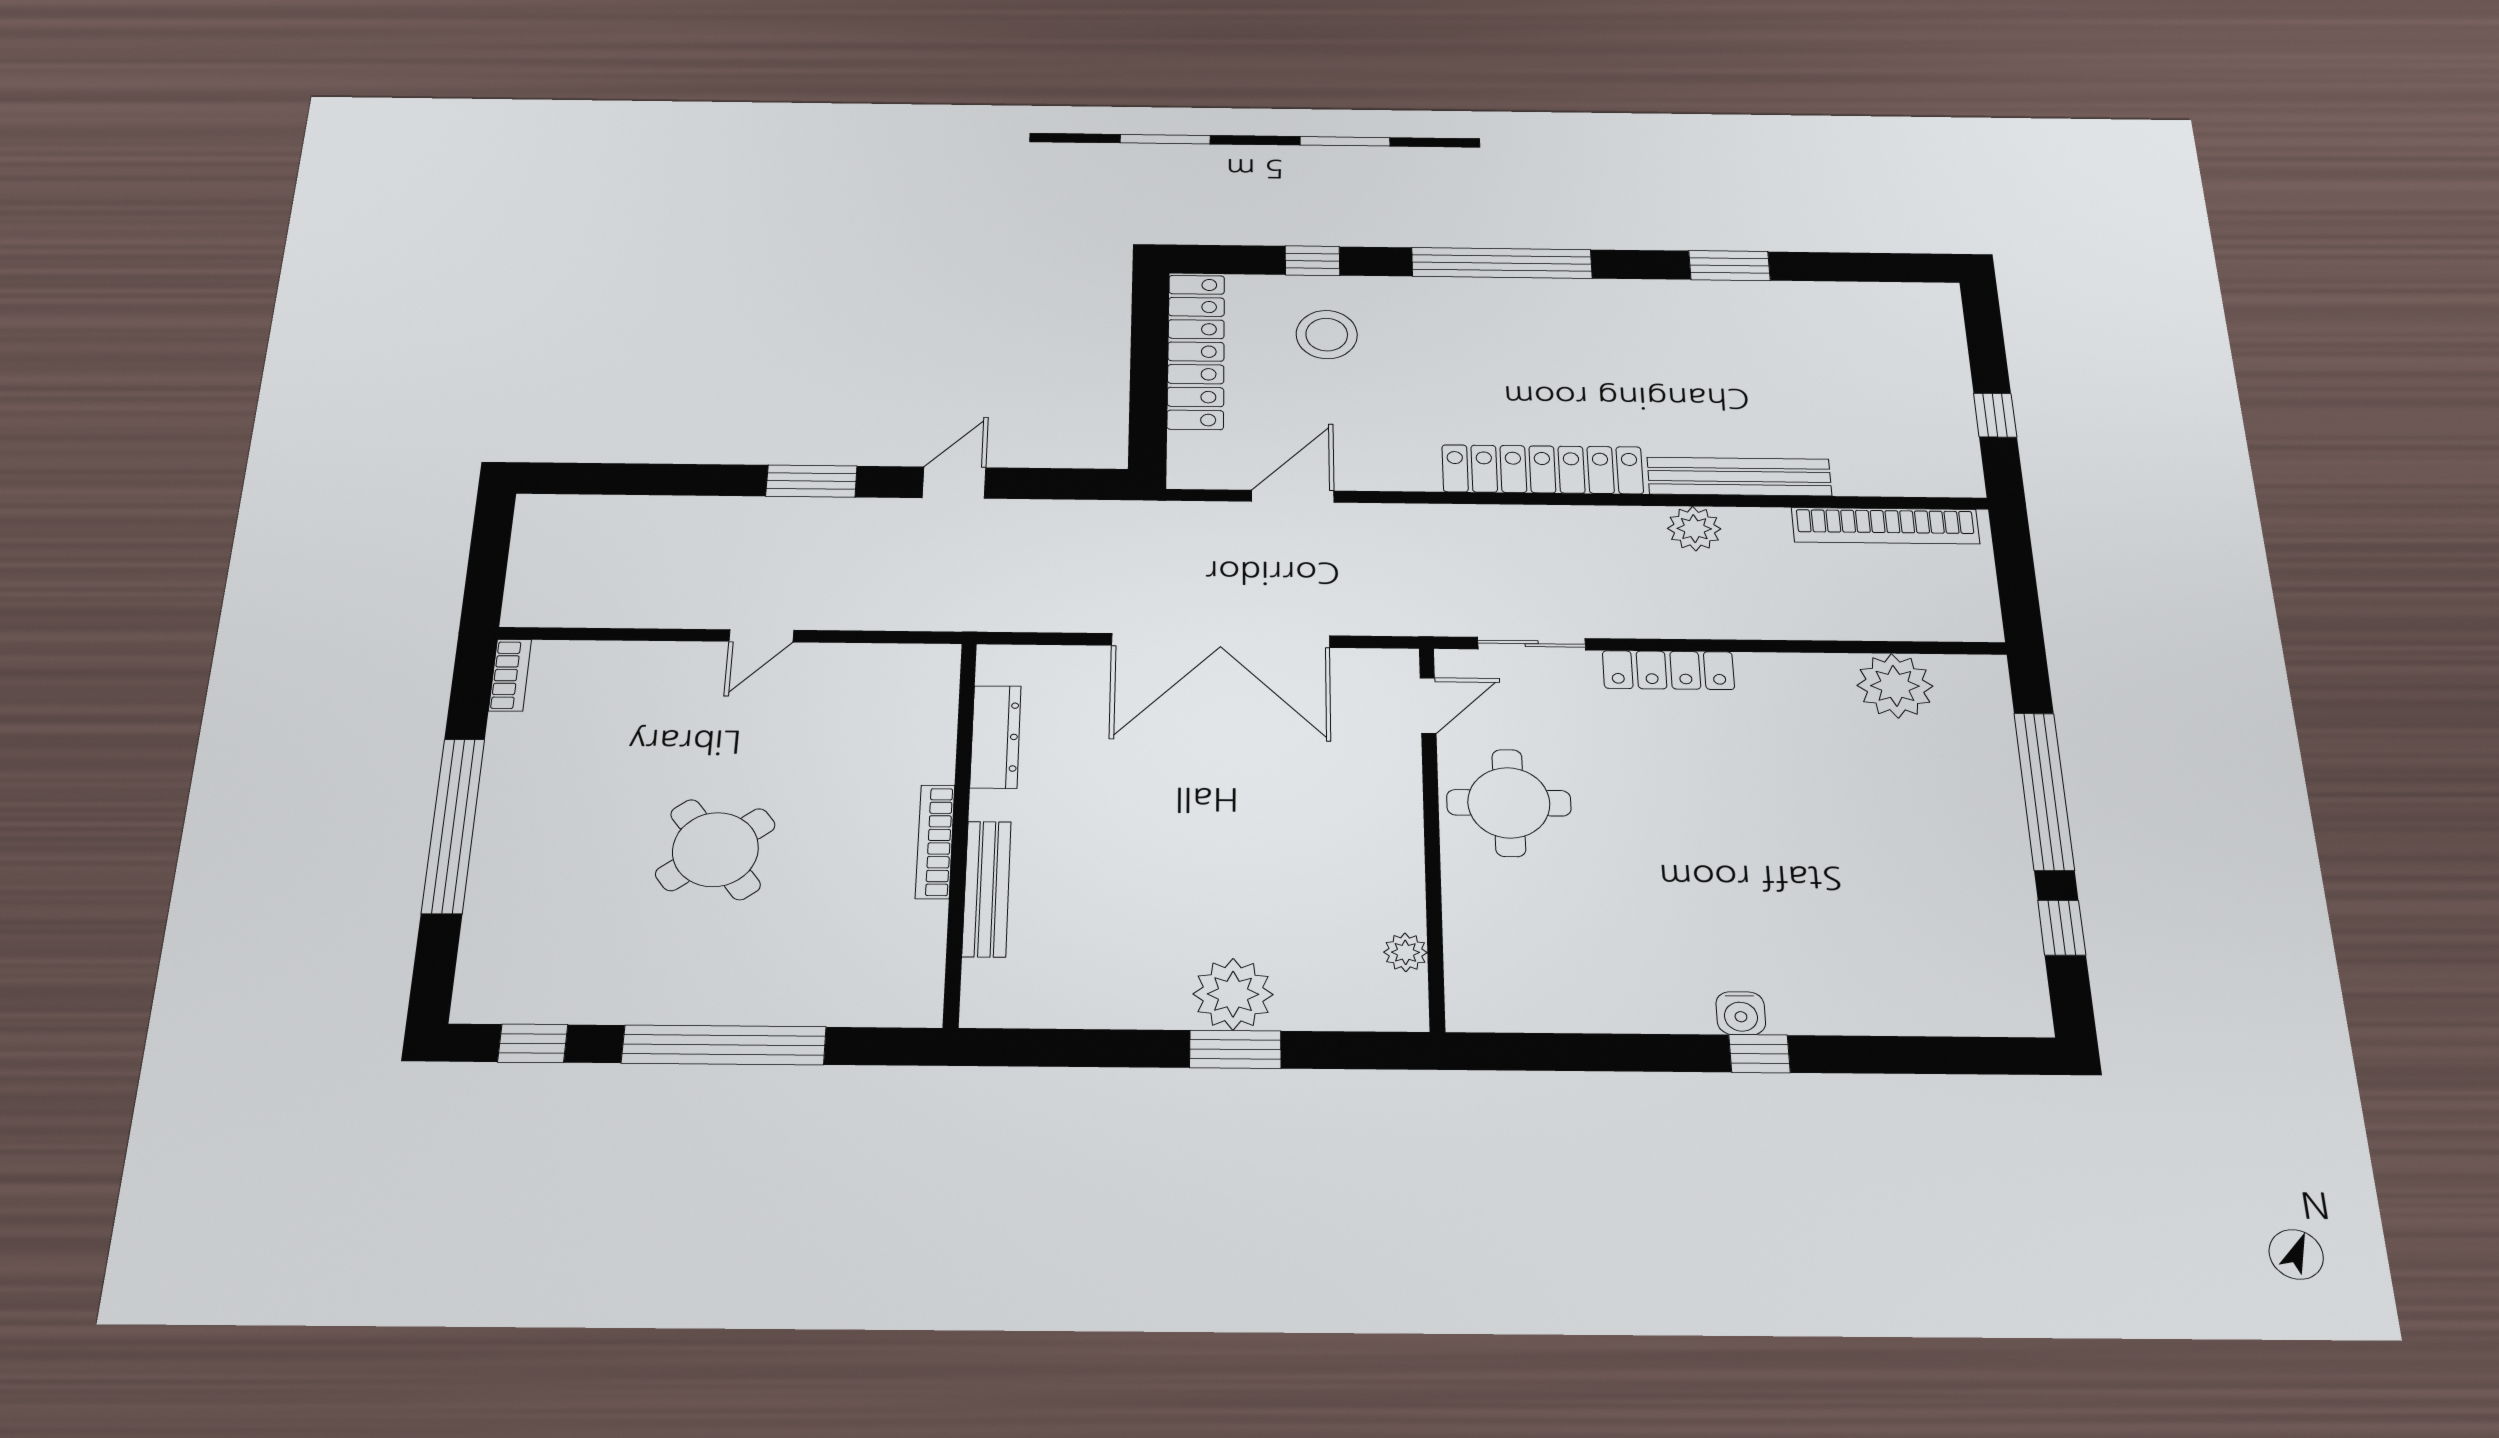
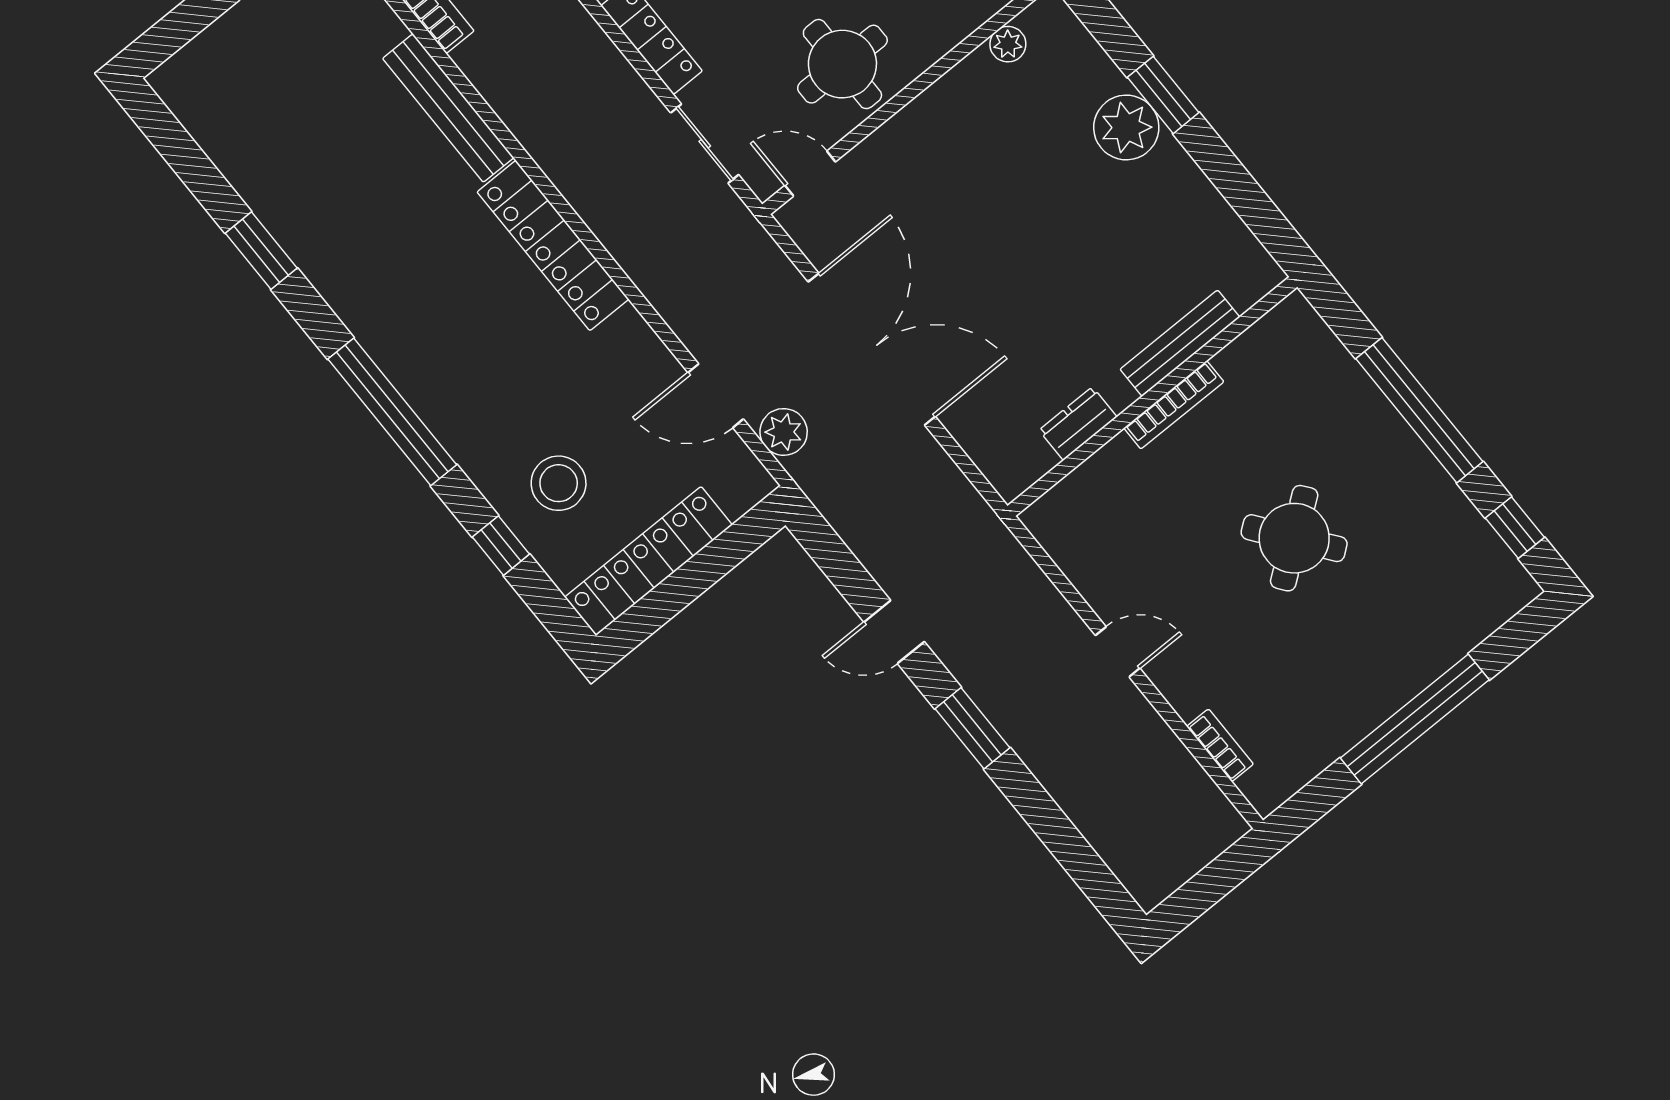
plant: (1694, 529) -> (784, 432), moved
bookcase: (510, 675) -> (1220, 745), moved, turned 90
dresser: (996, 737) -> (1078, 424), width x0.70

